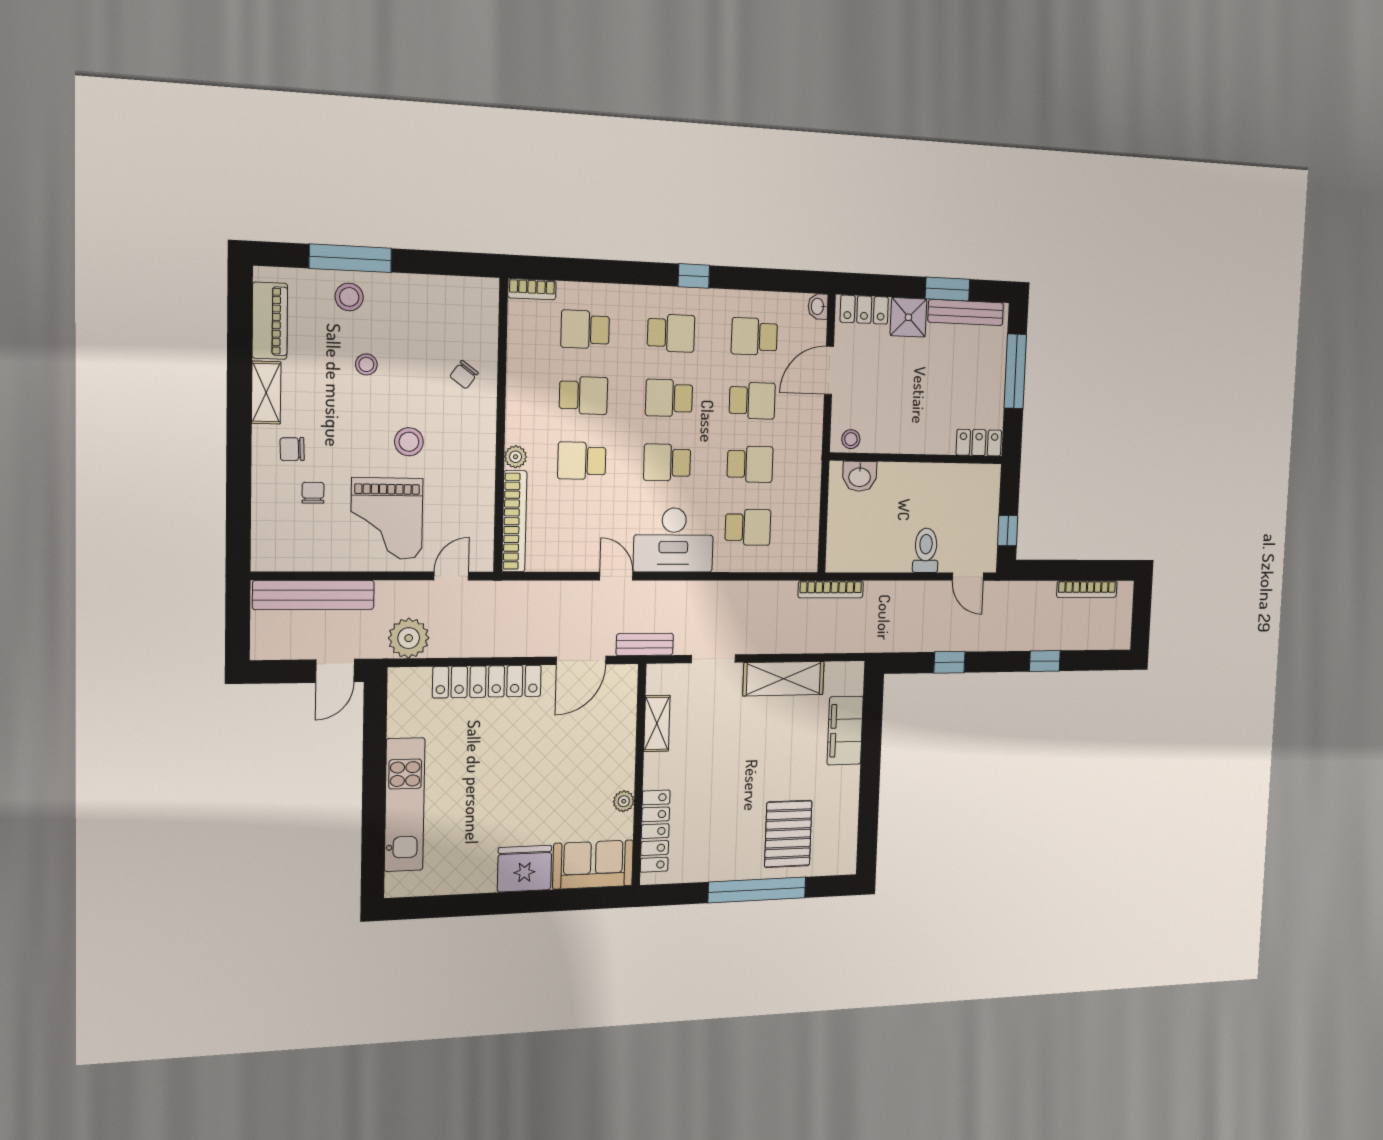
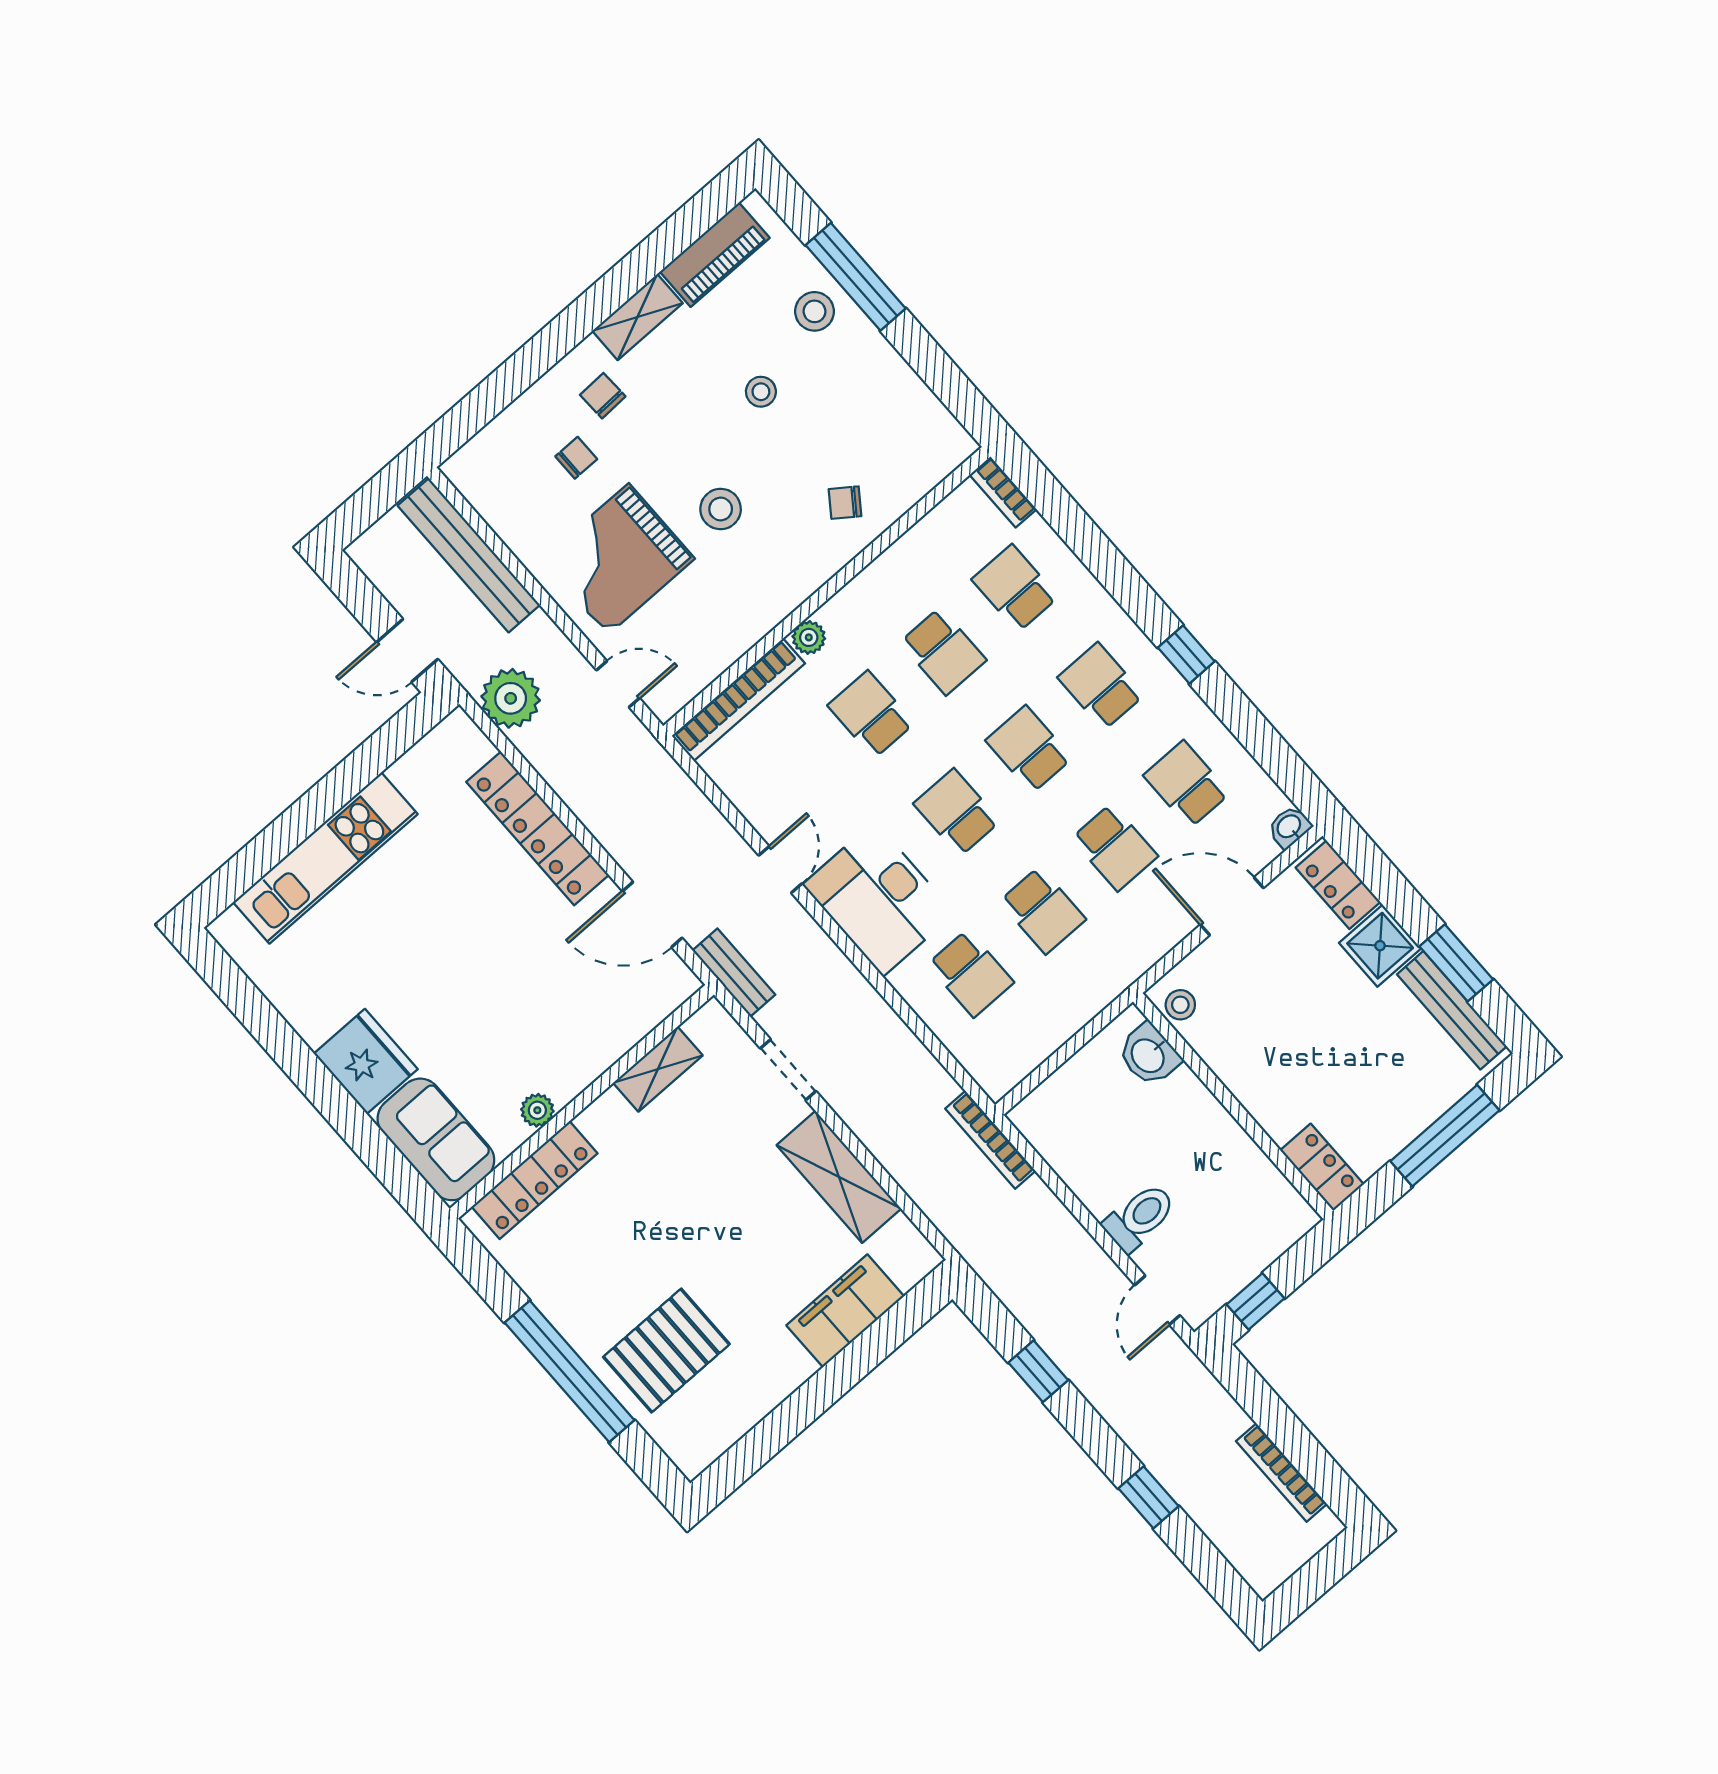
school desk: (671, 333) -> (1101, 686), turned 180

